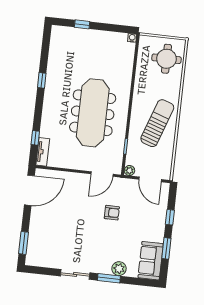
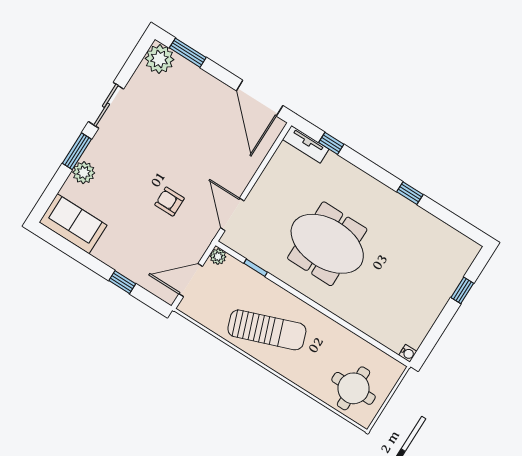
meeting table: (93, 113) -> (327, 244), width x0.73
sun lounger: (157, 123) -> (267, 330), turned -39
armchair: (112, 213) -> (169, 202), turned 90
window: (166, 248) -> (80, 255), removed
plant: (35, 257) -> (159, 59), added

